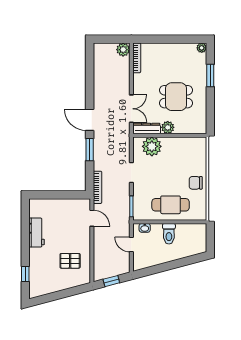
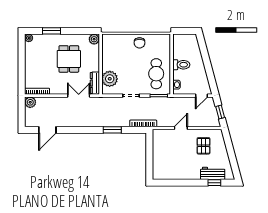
door: (90, 120) -> (47, 130), moved
plant: (168, 127) -> (94, 39), moved
cafe table: (171, 205) -> (156, 74), moved
door: (92, 218) -> (181, 128), moved
workbench: (37, 233) -> (213, 173), moved
door: (131, 245) -> (201, 96), moved

